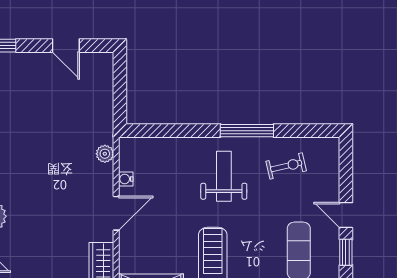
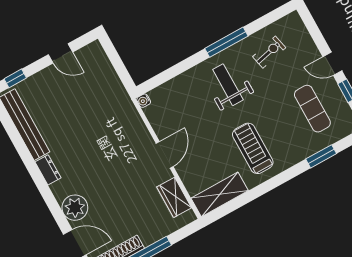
plant: (105, 154) -> (132, 116), removed
water cooler: (126, 179) -> (144, 101), moved

